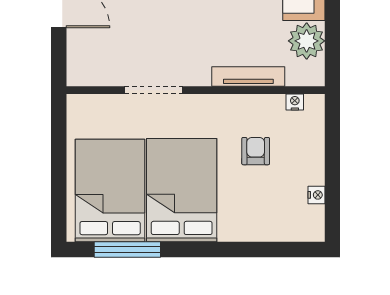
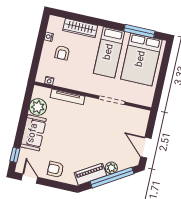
armchair: (256, 151) -> (62, 53), moved
bed: (182, 190) -> (109, 52), width x0.67
wardrobe: (254, 228) -> (80, 28), added

